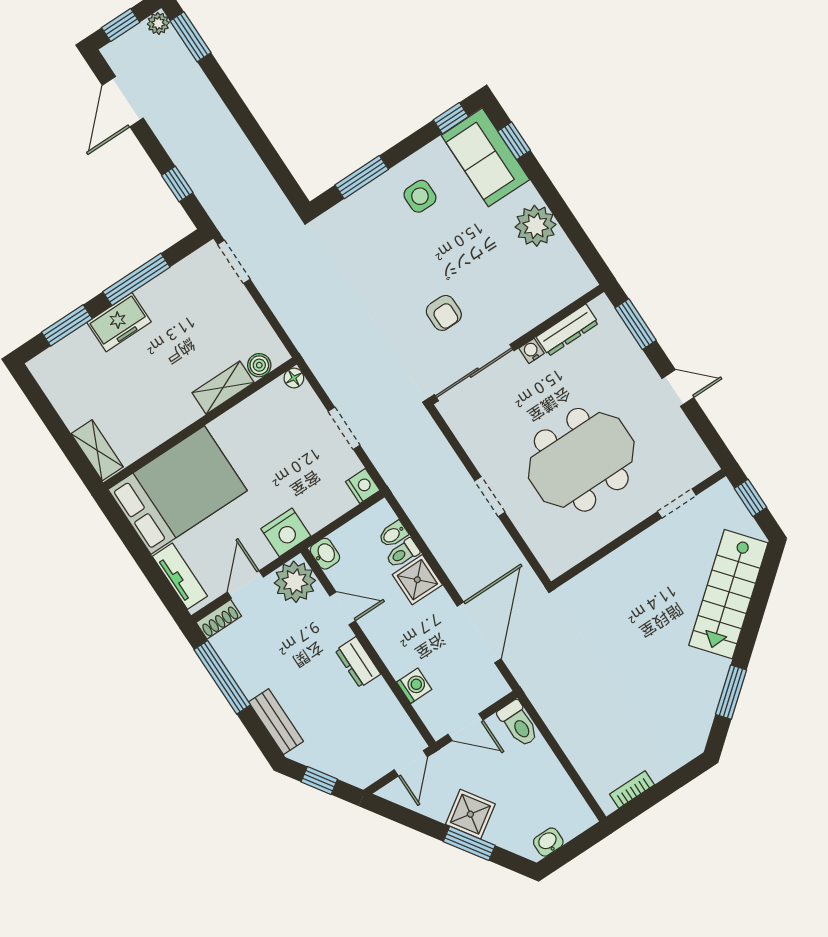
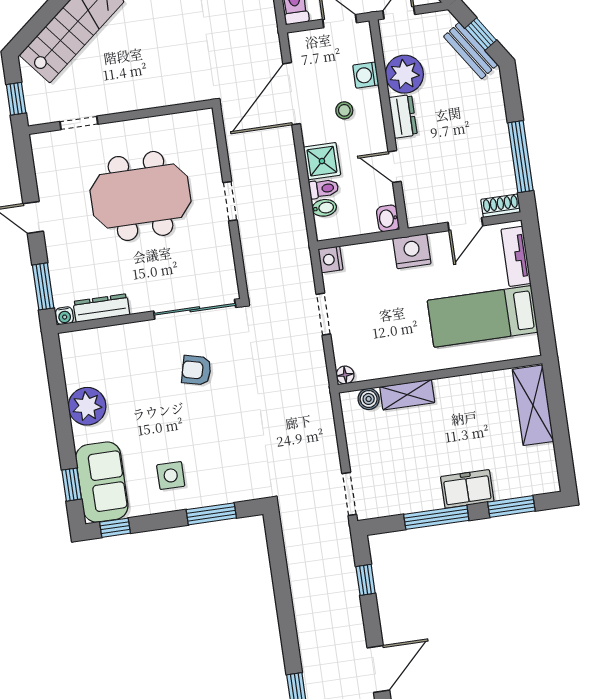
armchair: (444, 313) -> (196, 370), turned -76
water cooler: (532, 351) -> (64, 316), moved
shelving: (97, 450) -> (533, 405), width x1.50, depth x1.33
bed: (178, 490) -> (483, 316), width x0.67
plant: (295, 582) -> (404, 74), moved
stool: (419, 641) -> (344, 110), added
bench: (276, 722) -> (471, 50), moved, turned -34

